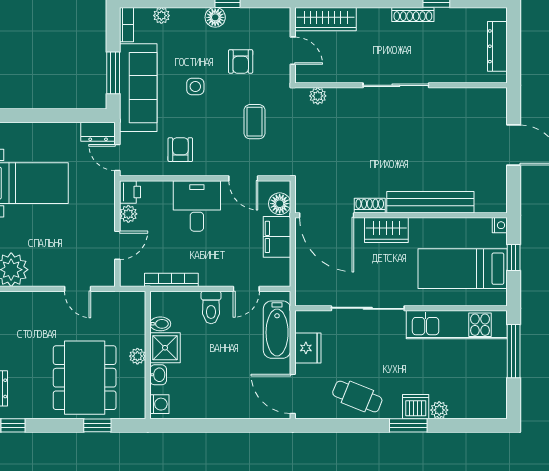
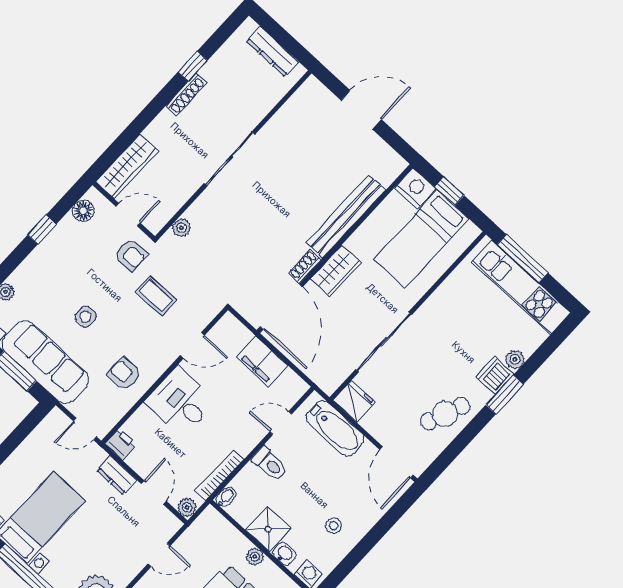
floor lamp: (215, 17) -> (83, 211), moved
armchair: (241, 61) -> (131, 255), moved
dresser: (98, 132) -> (117, 475), moved, turned 90
floor lamp: (280, 204) -> (238, 335), removed
plant: (128, 214) -> (187, 507), moved
door: (327, 215) -> (281, 307), hinge flipped
nightstand: (500, 225) -> (415, 188), width x1.89, depth x1.79
door: (246, 289) -> (281, 423), swing flipped
bidet: (160, 324) -> (226, 497), moved
kitchen unit: (457, 325) -> (521, 287), moved, turned 90
fridge: (308, 348) -> (354, 401), moved
stool: (209, 391) -> (333, 526), added
door: (293, 394) -> (396, 462), hinge flipped

